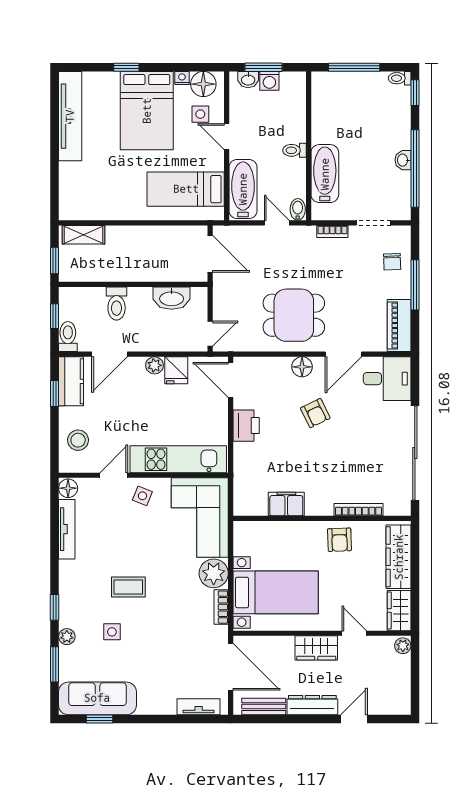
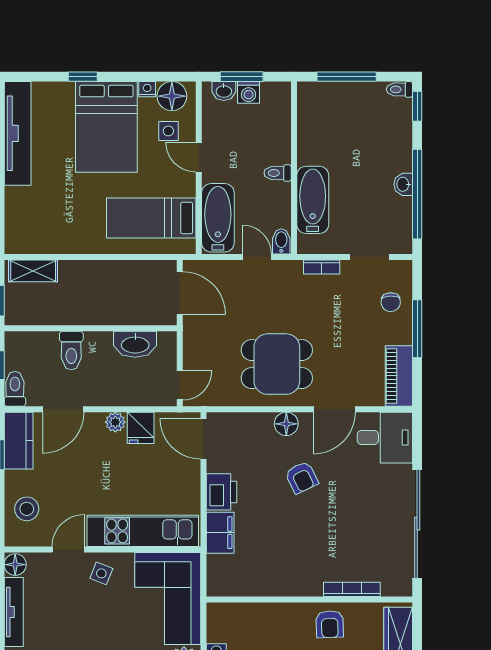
filing cabinet: (286, 504) -> (220, 533), moved, turned 90

